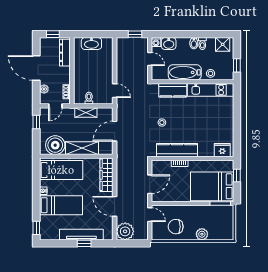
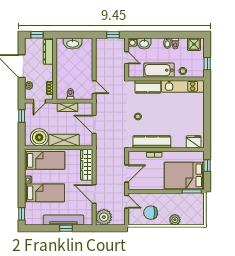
door: (115, 131) -> (94, 124), hinge flipped

